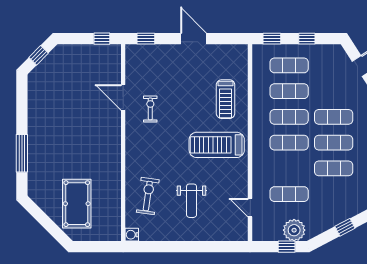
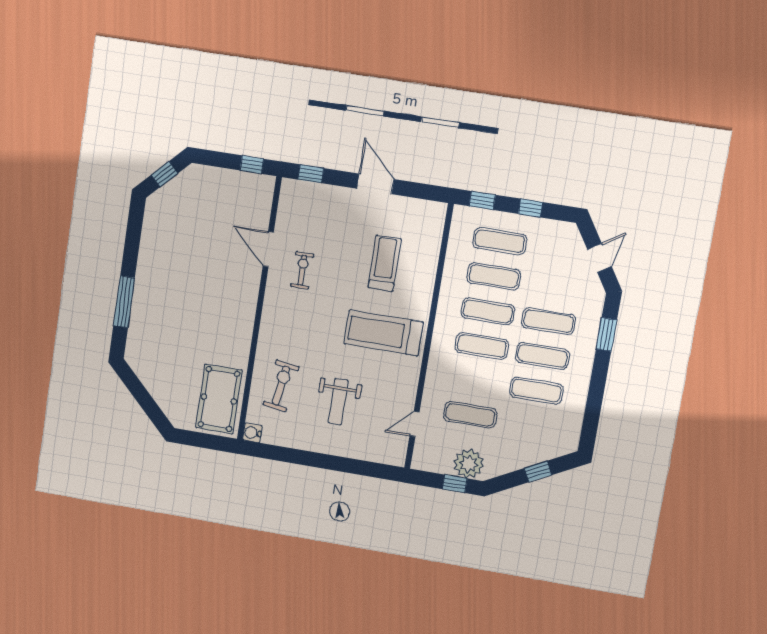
treadmill: (226, 99) -> (385, 263), moved, turned 180
pool table: (77, 204) -> (219, 399), moved
door: (250, 208) -> (415, 424), hinge flipped

